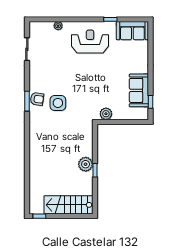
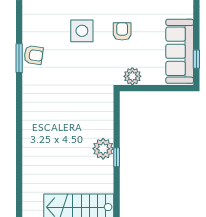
armchair: (99, 83) -> (122, 31), added
sofa: (139, 90) -> (180, 51), width x1.36
side table: (58, 103) -> (82, 31), moved

